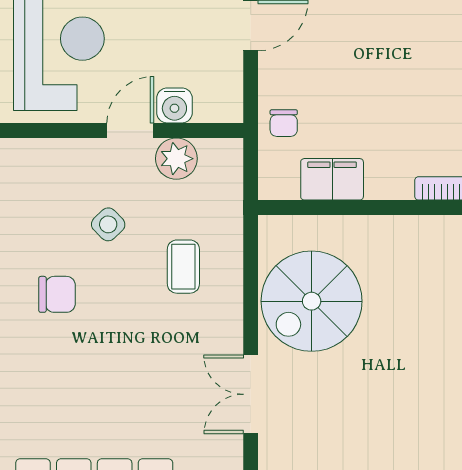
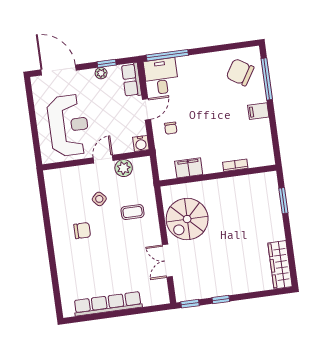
water cooler: (174, 105) -> (141, 143), moved
chair: (284, 123) -> (171, 128), moved
coffee table: (183, 267) -> (133, 212), turned 90

